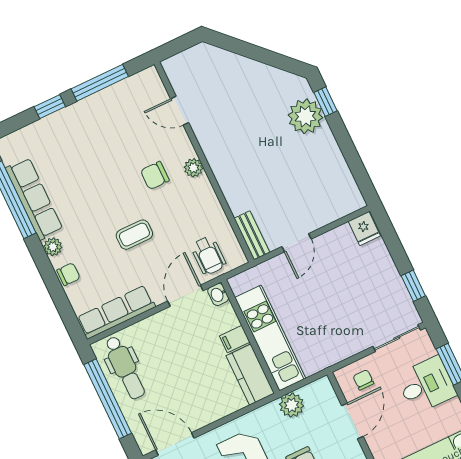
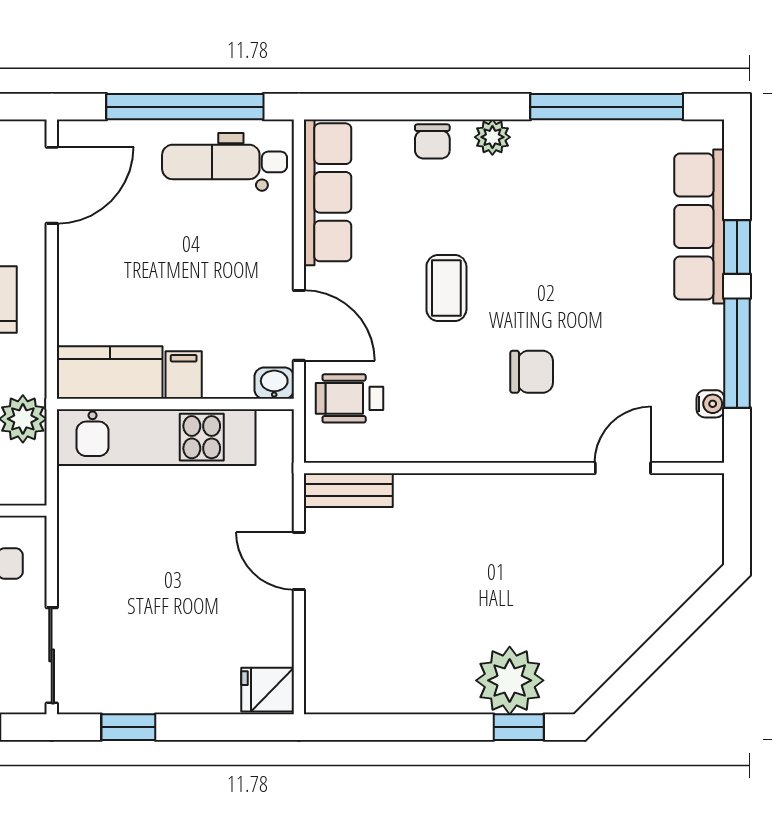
water cooler: (130, 84) -> (710, 404), added
plant: (193, 168) -> (513, 445), removed
chair: (155, 175) -> (532, 372), turned 90
row of seats: (34, 199) -> (699, 226), moved, turned 90

